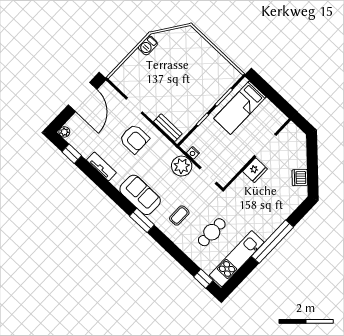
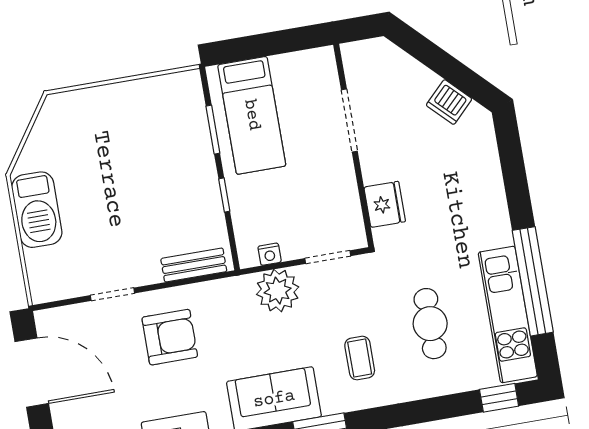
barbecue: (148, 45) -> (37, 210), width x1.88, depth x1.53
fridge: (255, 170) -> (385, 204), moved
window: (272, 242) -> (533, 281), moved

